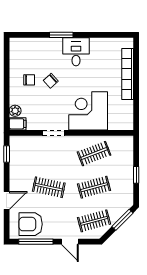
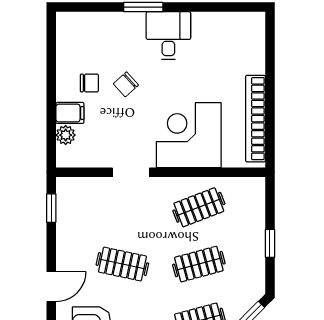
bookcase: (128, 74) -> (255, 119), moved
filing cabinet: (18, 124) -> (70, 113), moved

